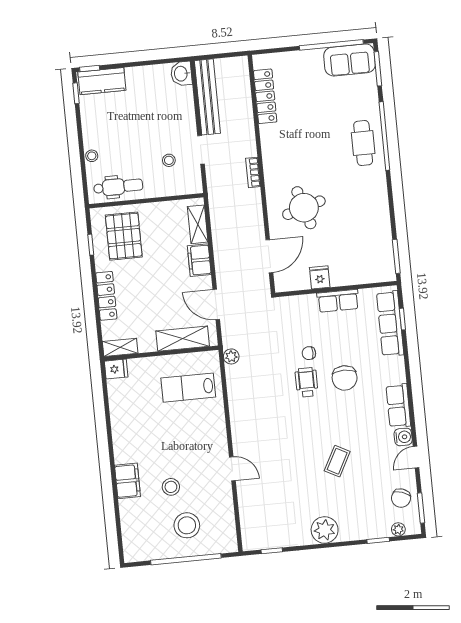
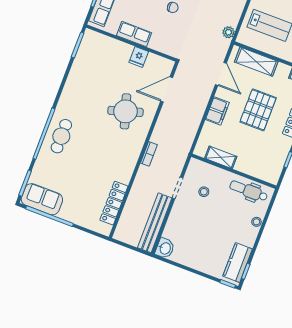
kitchen counter: (102, 81) -> (238, 263), moved, turned -90
shelving: (198, 224) -> (221, 157), moved, turned 90
pallet: (124, 236) -> (258, 110), moved

